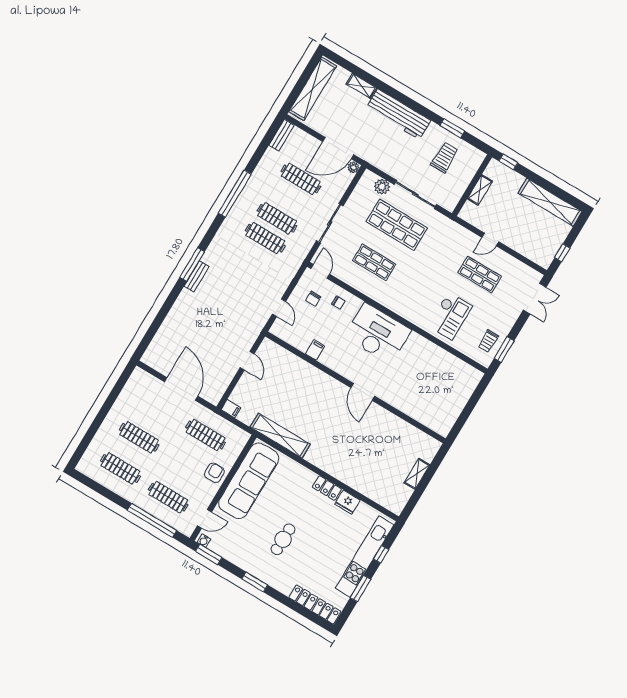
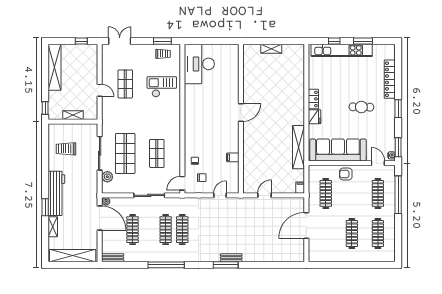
window: (452, 128) -> (45, 207), moved
desk: (378, 333) -> (199, 64), moved
fridge: (347, 502) -> (315, 117), moved
locker: (315, 604) -> (390, 79), moved

